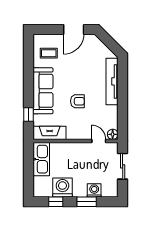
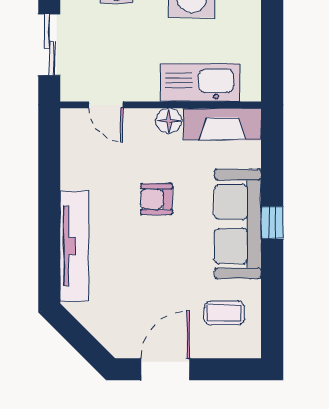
window: (29, 114) -> (272, 223), moved
floor lamp: (113, 134) -> (169, 121), moved
kitchen sink: (41, 159) -> (200, 83), moved, turned 90

